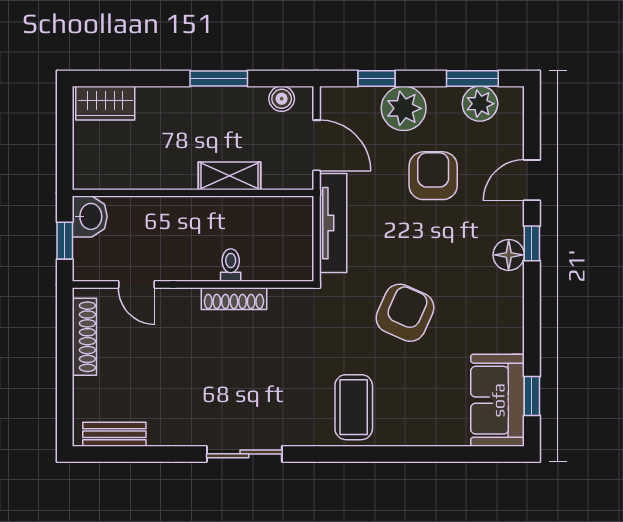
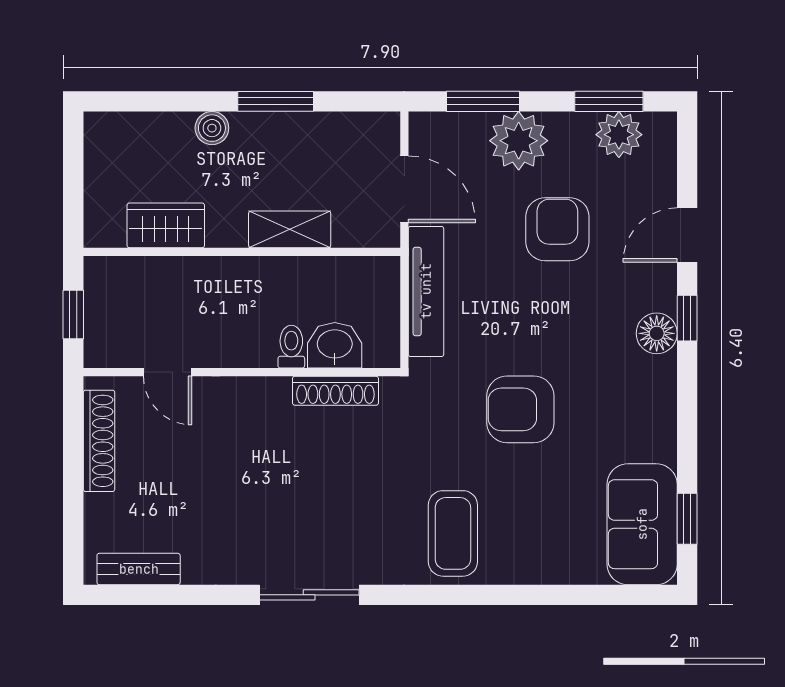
window: (377, 78) -> (483, 101), width x1.50
boiler: (282, 99) -> (212, 128), moved
wardrobe: (105, 103) -> (166, 225), moved, turned 180
washbasin: (90, 216) -> (335, 345), moved, turned -90
shoe rack: (234, 299) -> (335, 391), moved
armchair: (405, 313) -> (520, 409), turned -114

